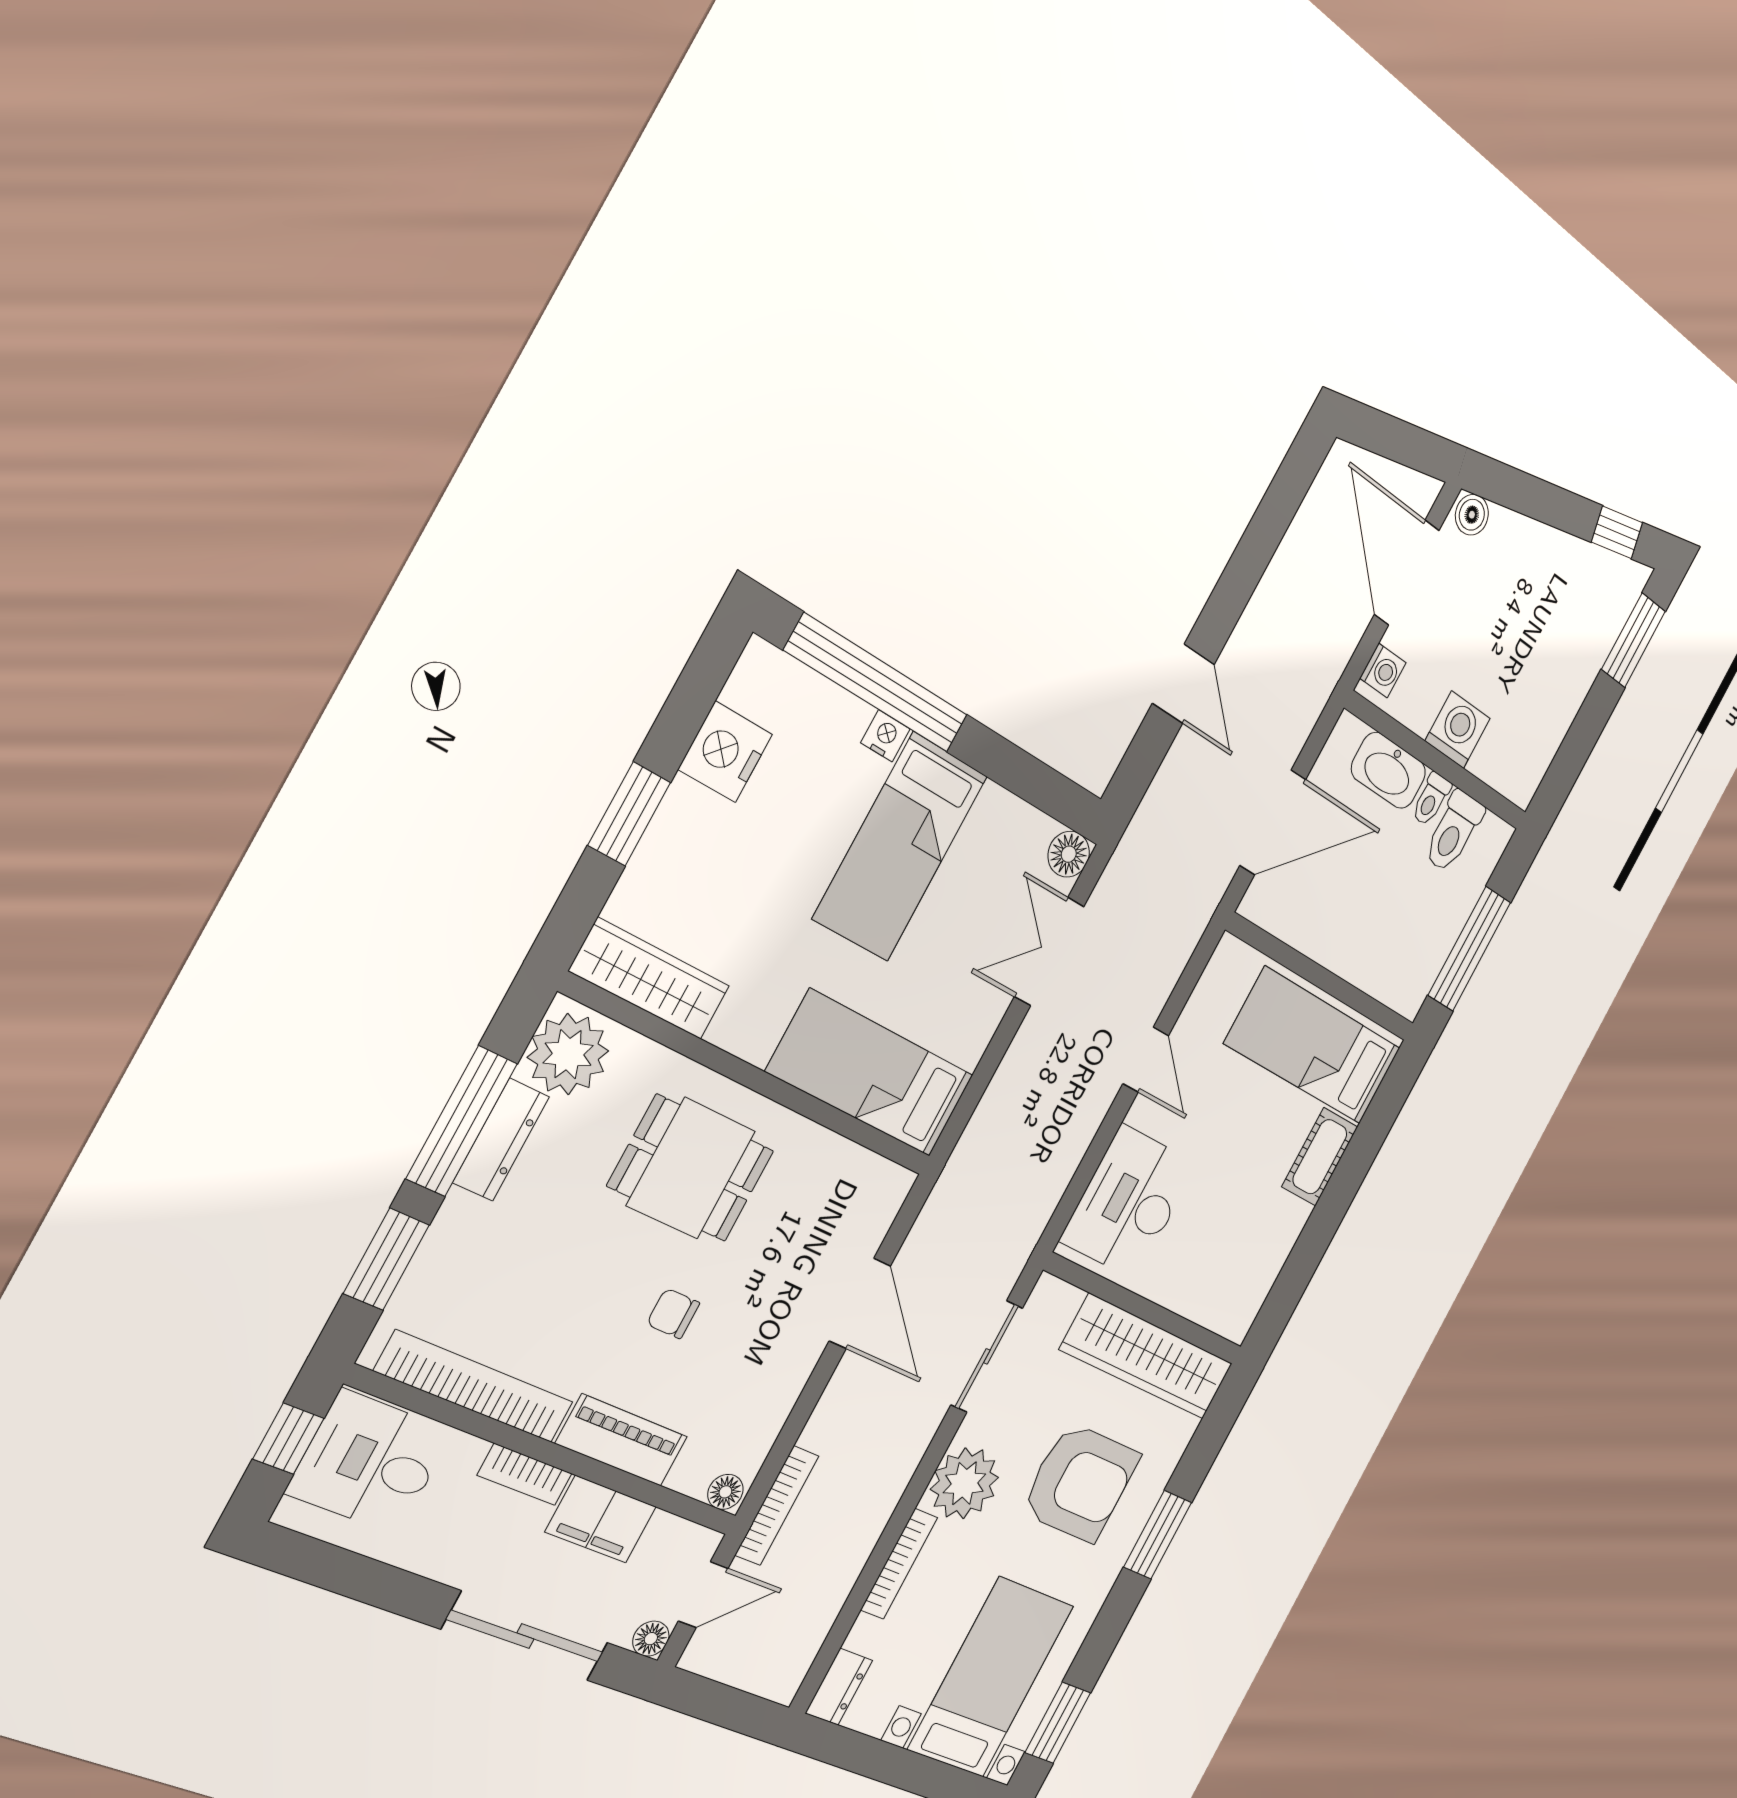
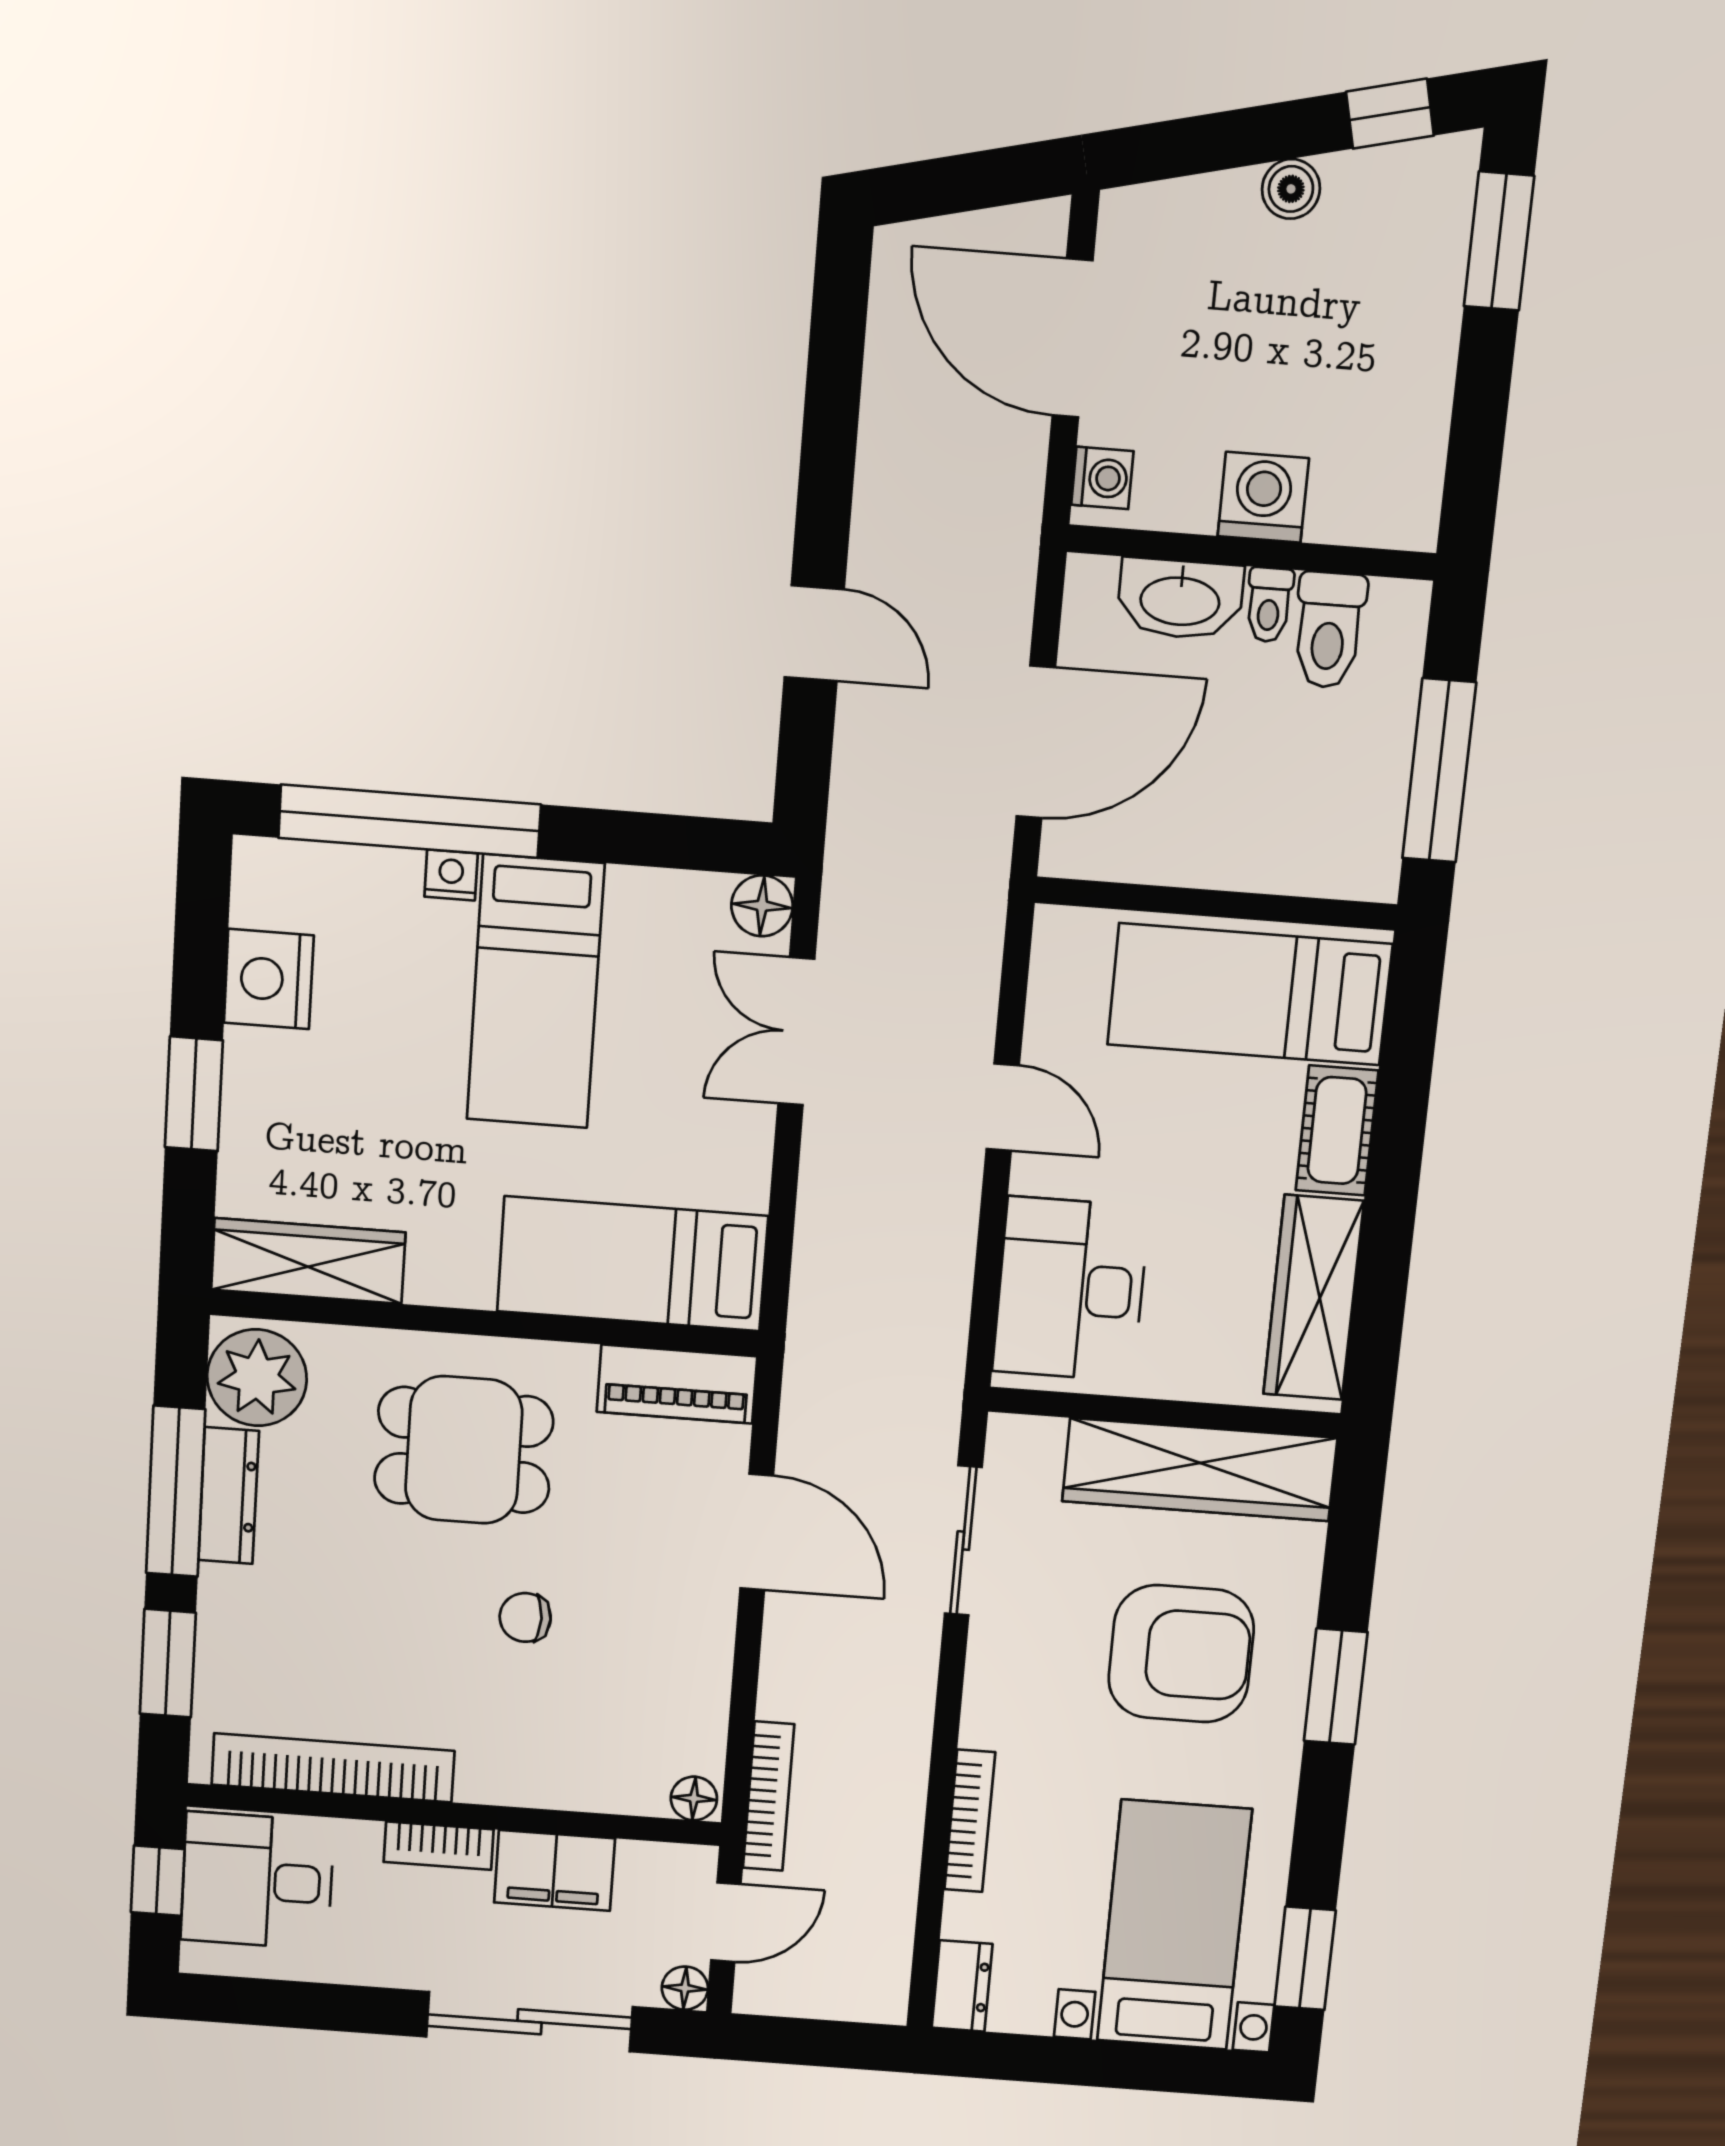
boiler: (1472, 515) -> (1291, 189), moved
wardrobe: (1260, 1263) -> (1313, 1298), added
piano: (622, 1440) -> (677, 1384), moved, turned 180
plant: (964, 1483) -> (1012, 1701), removed

